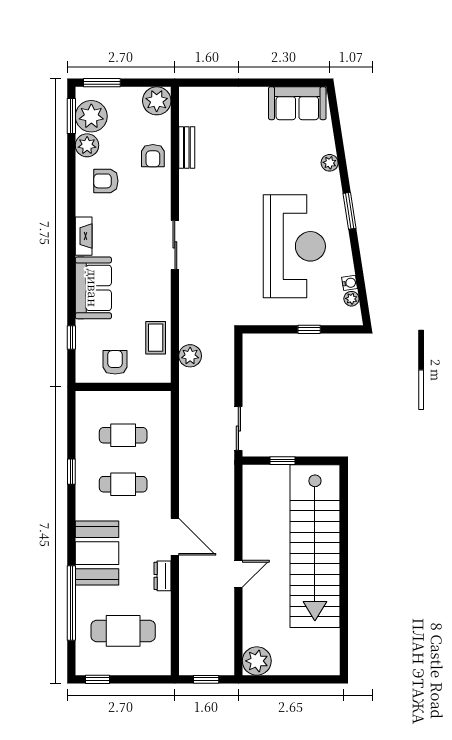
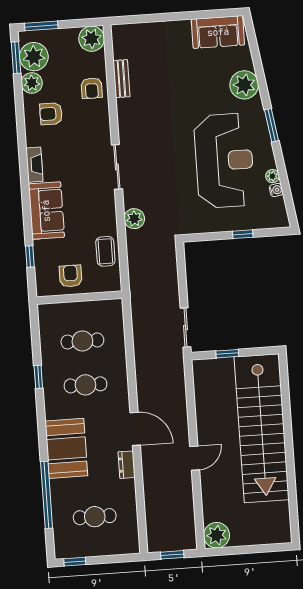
plant: (330, 163) -> (244, 85), width x1.87, depth x1.87
plant: (351, 299) -> (272, 176), moved
plant: (190, 356) -> (134, 219), moved
cafe table: (123, 631) -> (95, 517), width x0.73, depth x0.74

